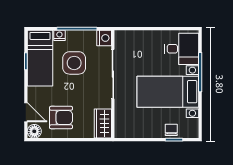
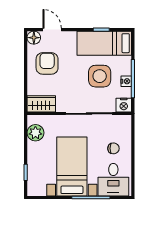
nightstand: (59, 35) -> (126, 81), moved
door: (26, 112) -> (52, 30), swing flipped
armchair: (61, 118) -> (47, 63), turned 180
plant: (133, 130) -> (35, 133), added
chair: (171, 130) -> (113, 148), moved

